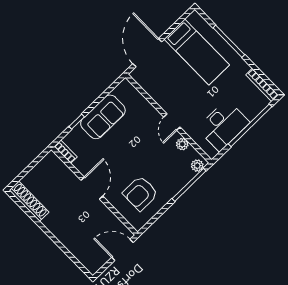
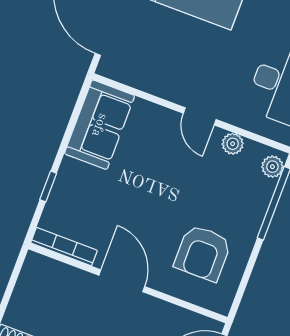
sofa: (103, 117) -> (99, 125), moved
bookcase: (66, 152) -> (64, 247), width x1.56

